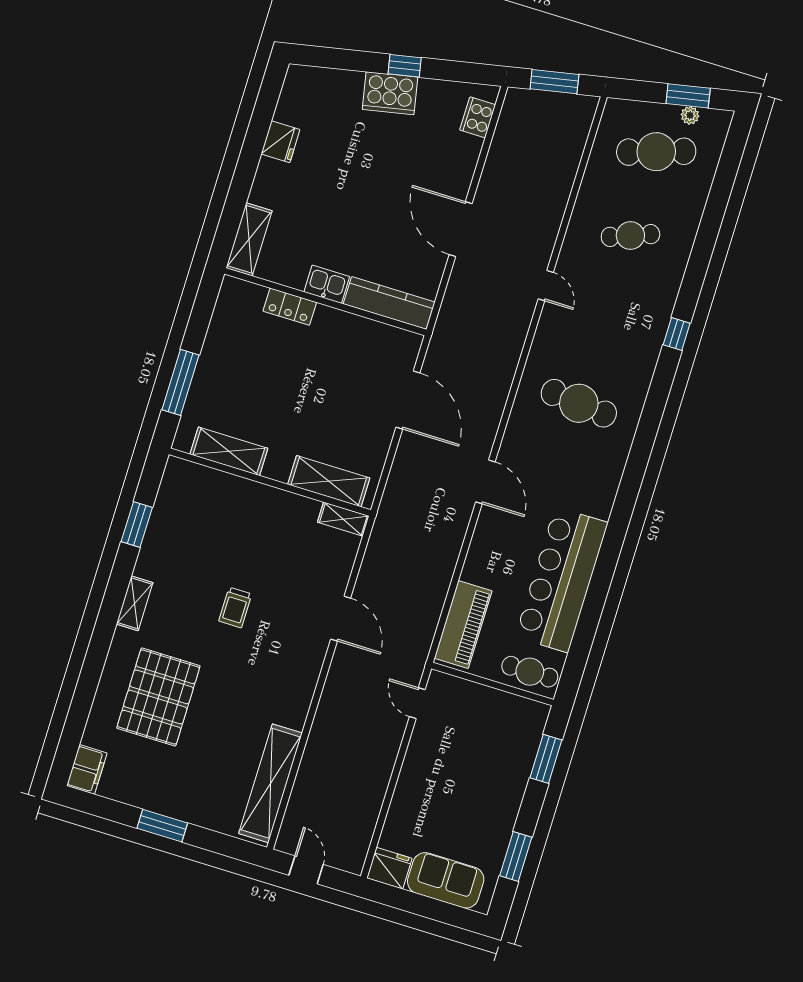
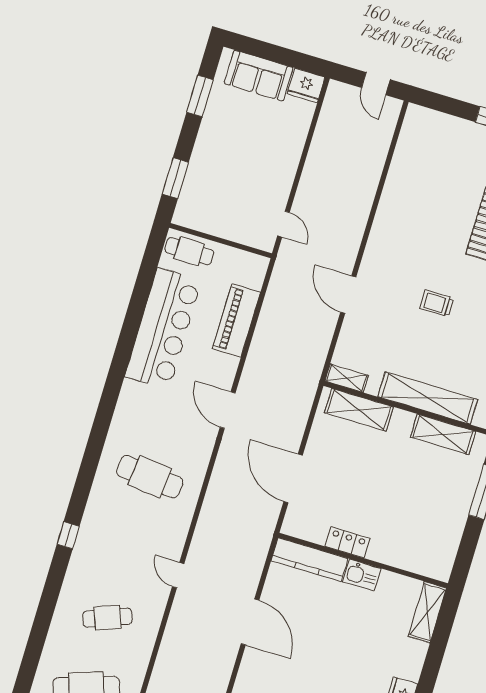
locker: (290, 307) -> (348, 542), moved
trolley: (235, 607) -> (437, 303), turned -90
piano: (463, 625) -> (236, 320), moved
shelving: (271, 783) -> (428, 398), moved, turned 90

